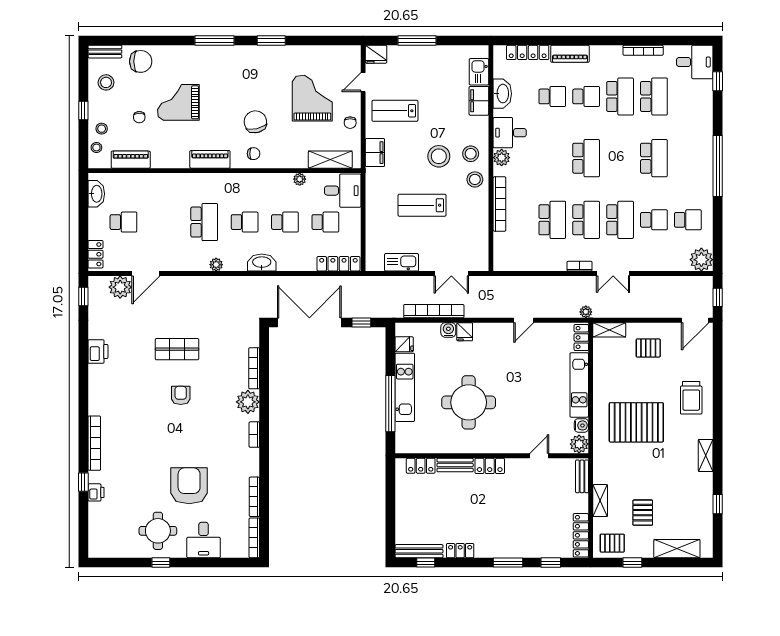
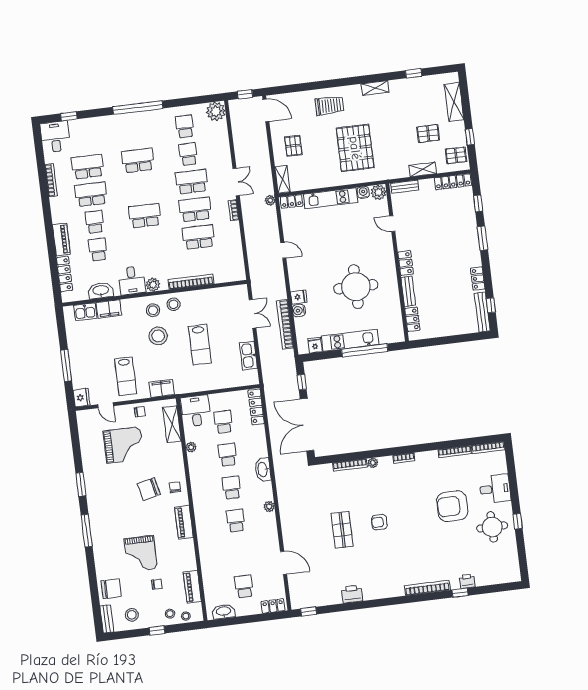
chair: (141, 61) -> (111, 589), turned 90
grand piano: (312, 98) -> (124, 445), turned 180
school desk: (204, 222) -> (236, 521), width x0.54
plant: (120, 287) -> (297, 582), removed
plant: (248, 402) -> (373, 463), width x0.53, depth x0.53
pallet: (612, 543) -> (456, 155), turned 90

